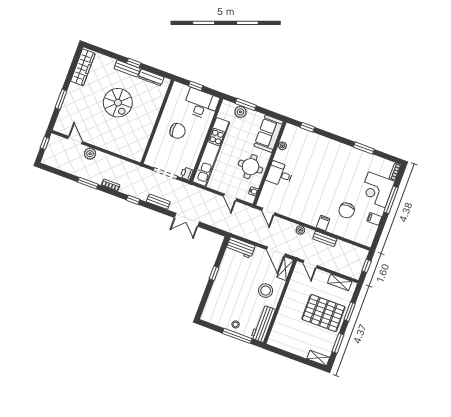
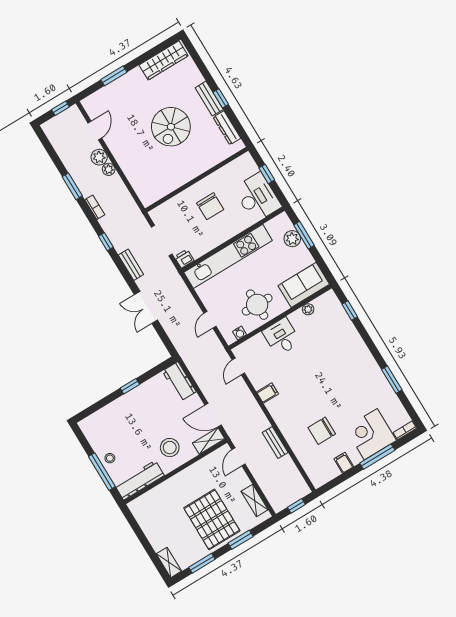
filing cabinet: (323, 223) -> (267, 393), moved
plant: (300, 230) -> (109, 169), moved
door: (276, 252) -> (213, 415), hinge flipped

